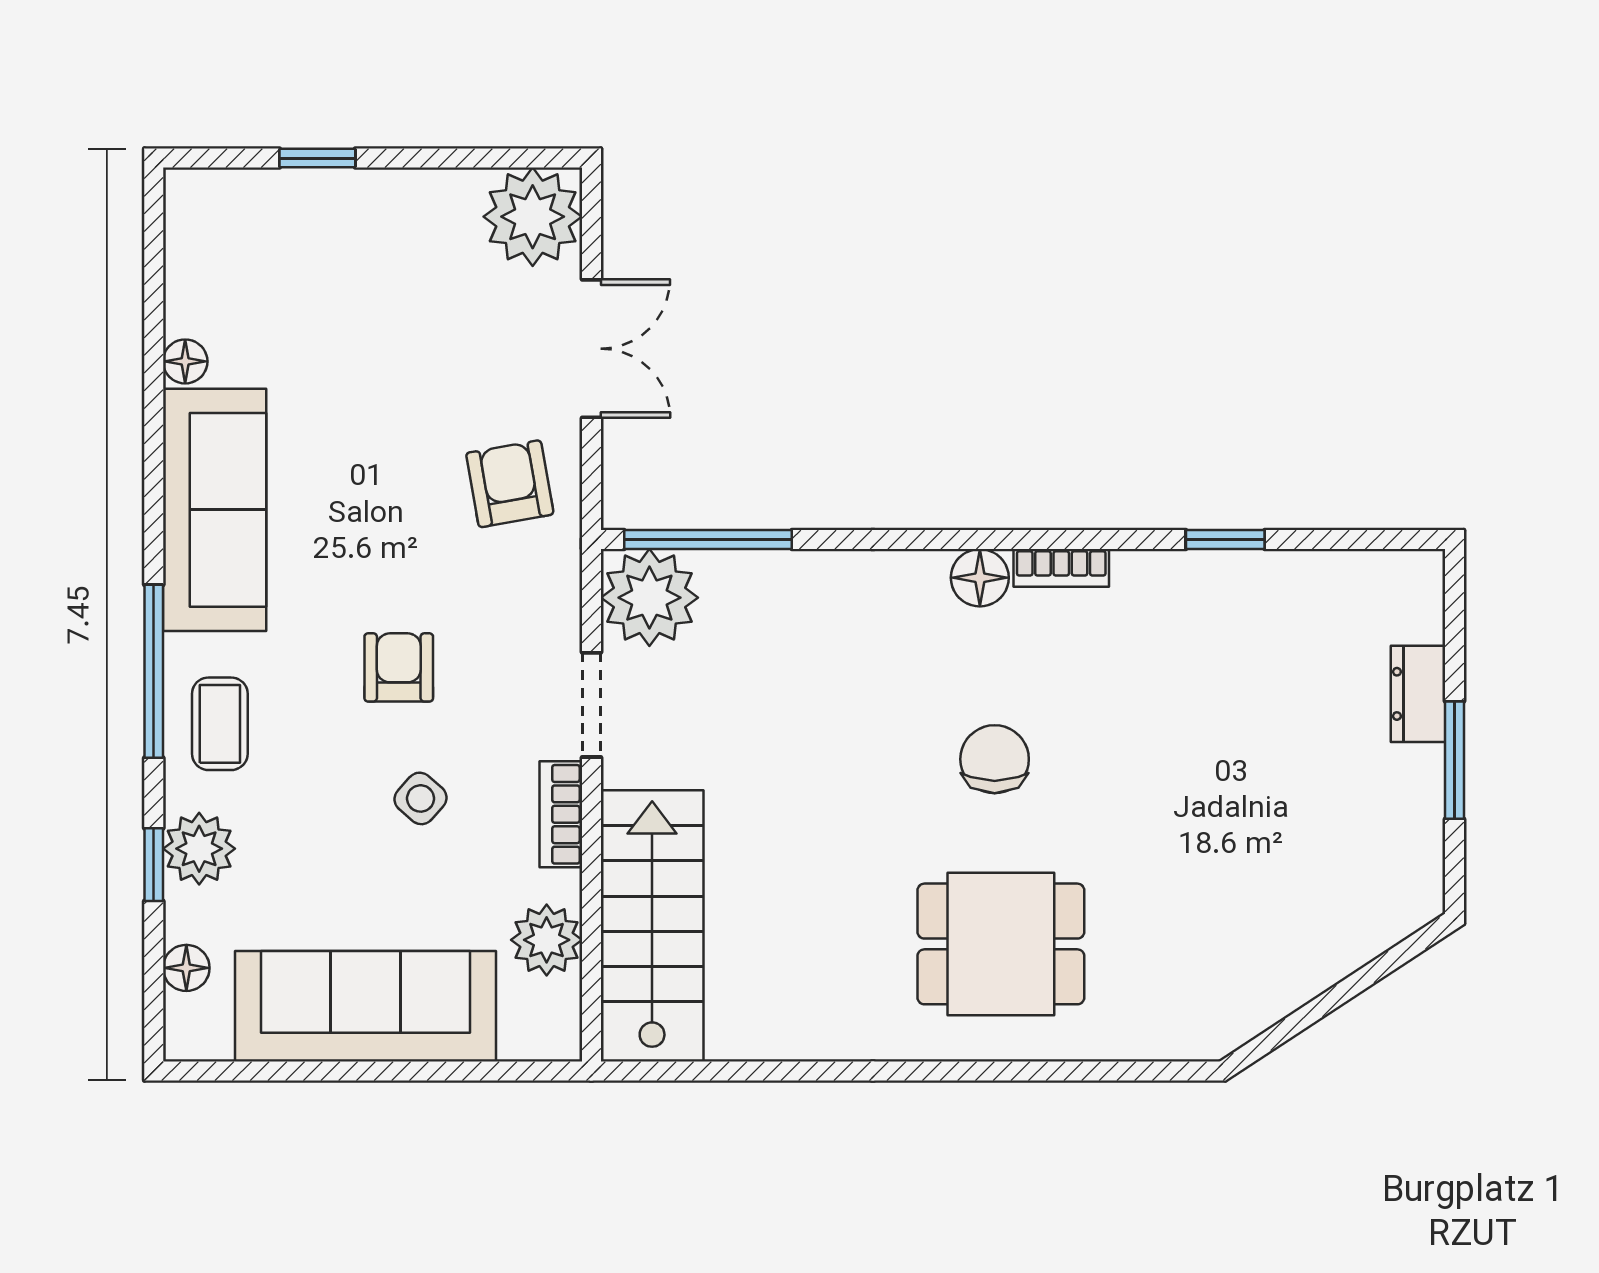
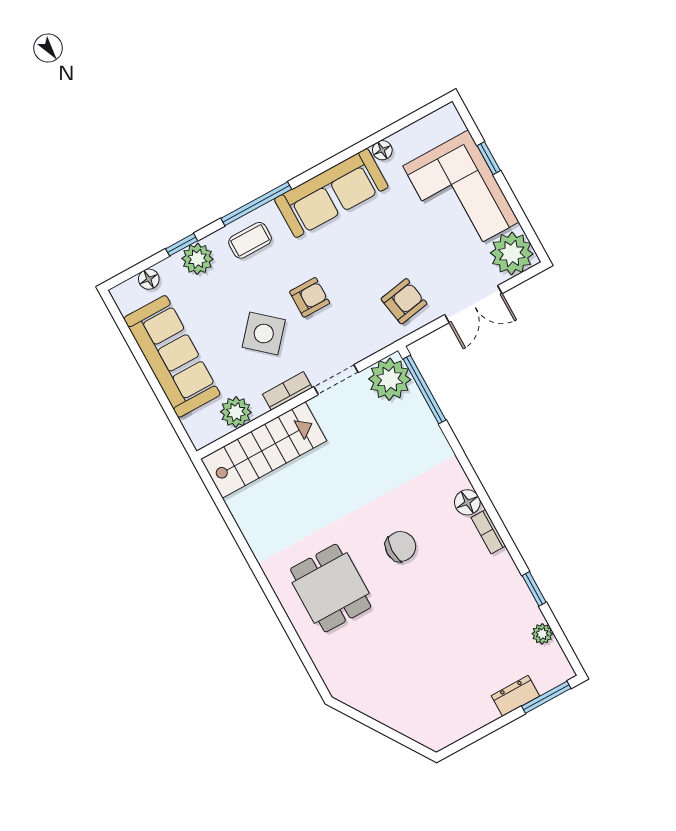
corner sofa: (359, 253) -> (461, 194), added
plant: (1324, 573) -> (542, 634), added
window: (1454, 760) -> (546, 697), moved
side table: (421, 798) -> (264, 334), width x1.87, depth x1.87

